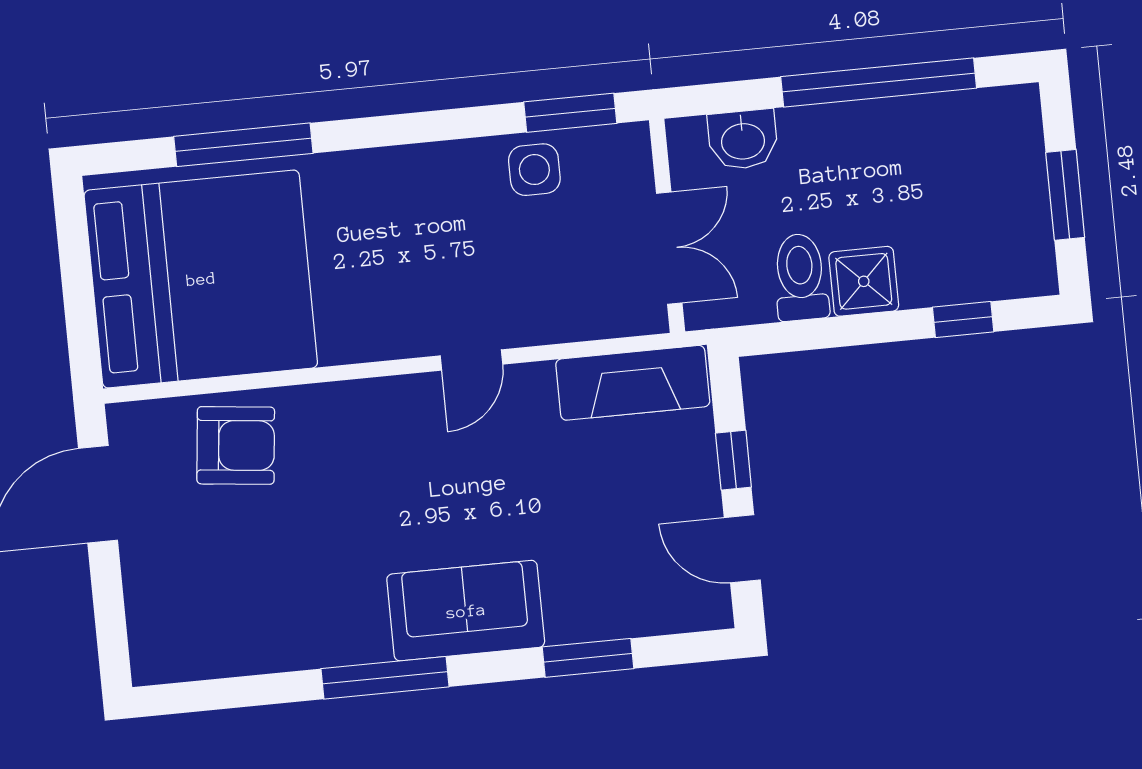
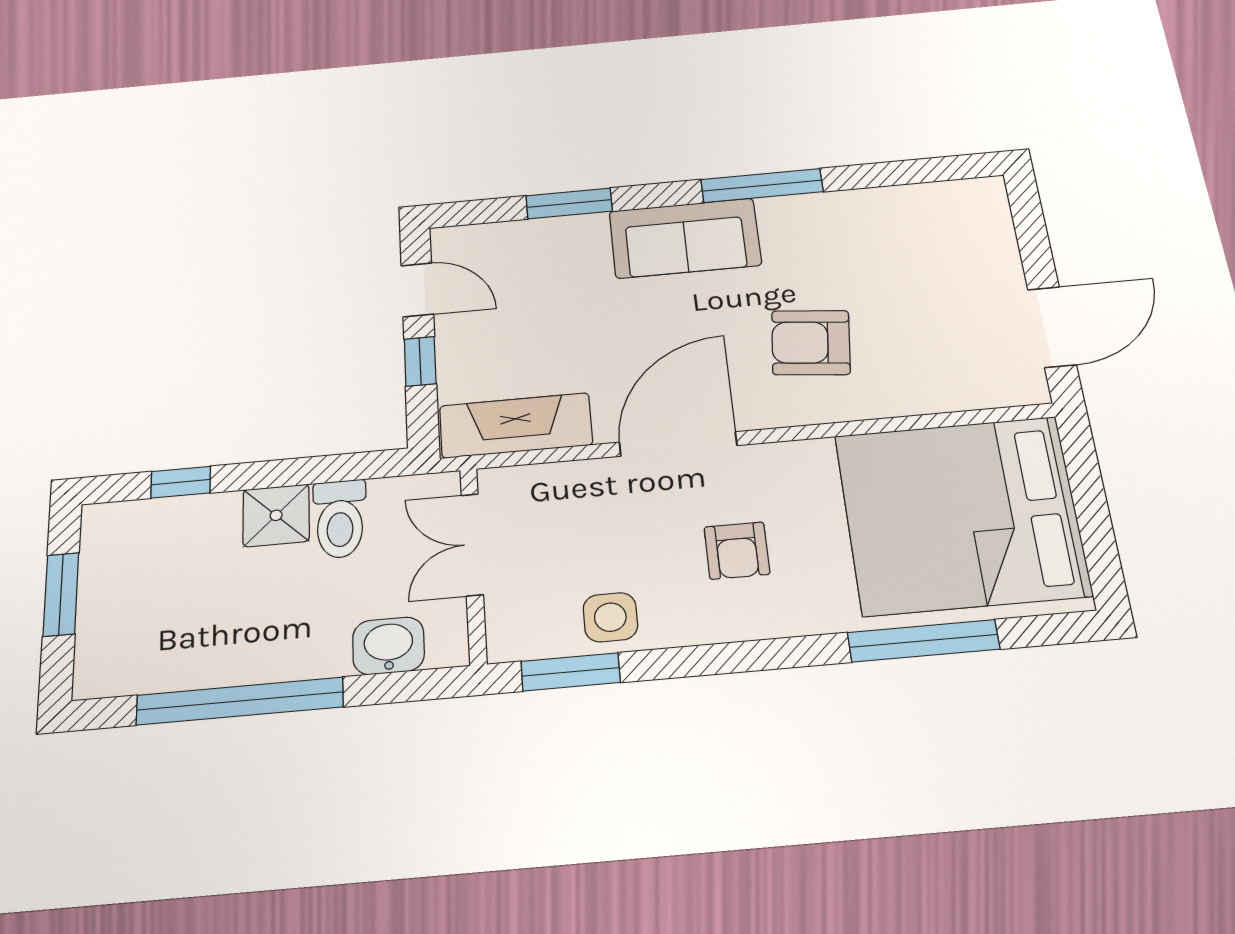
armchair: (415, 241) -> (737, 551), added
door: (472, 360) -> (678, 444), width x1.87
armchair: (236, 445) -> (811, 343), moved

